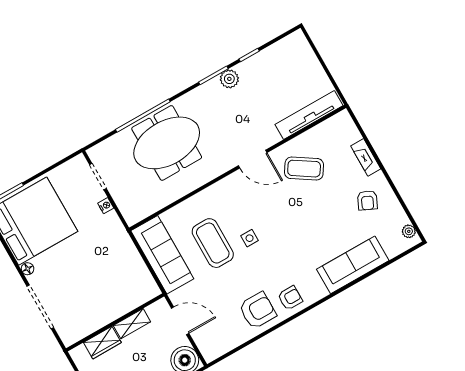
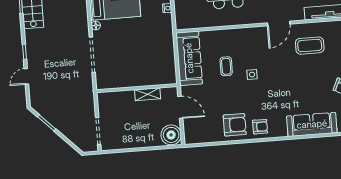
door: (253, 159) -> (279, 23), hinge flipped
coffee table: (304, 169) -> (310, 46), turned -33
coffee table: (213, 243) -> (226, 66), width x0.54, depth x0.58
wardrobe: (102, 343) -> (122, 98), removed

